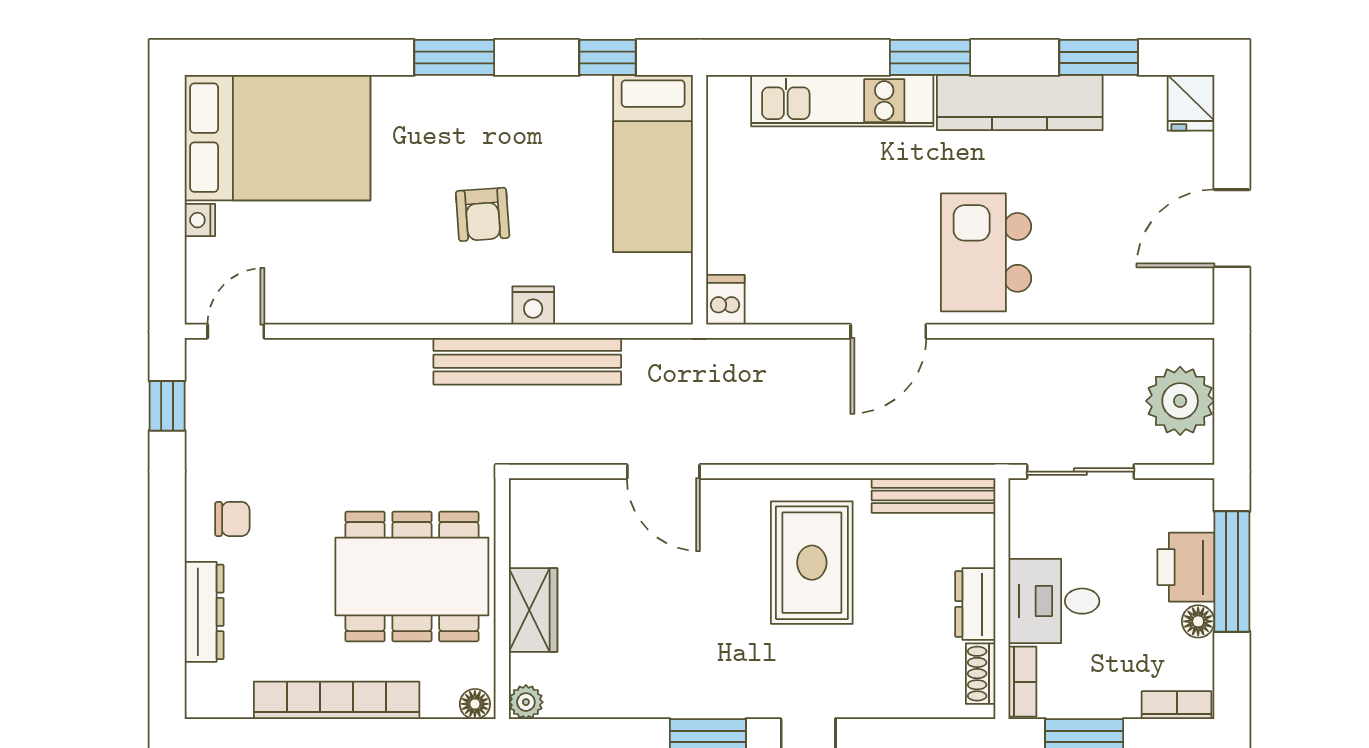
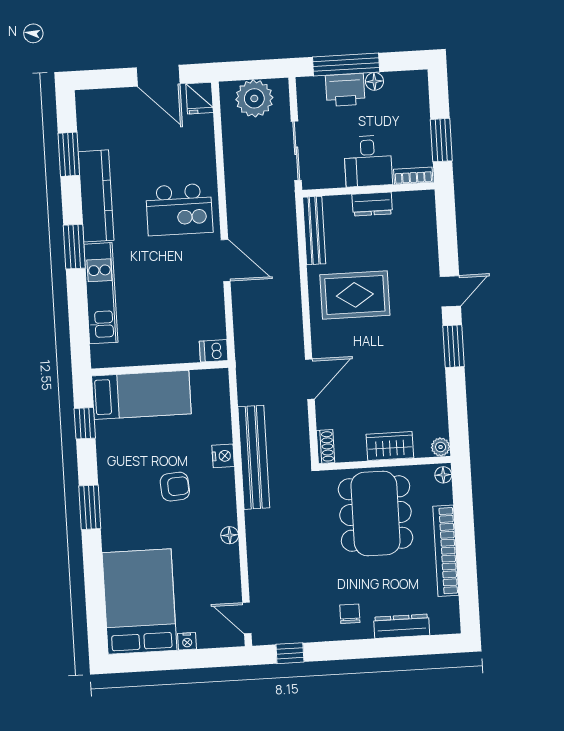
fridge: (1191, 103) -> (200, 98), moved, turned 90
floor lamp: (388, 309) -> (230, 535), added
shoe rack: (981, 674) -> (325, 447), moved, turned -90
bookcase: (1177, 705) -> (421, 90), removed

